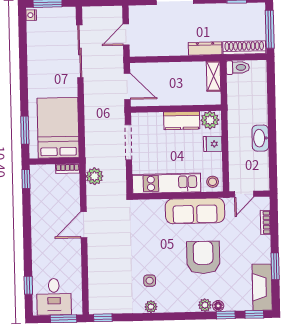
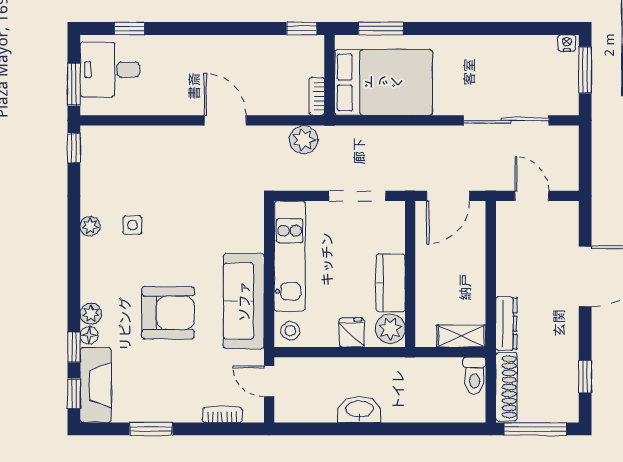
fireplace: (262, 287) -> (96, 385), moved, turned 90

